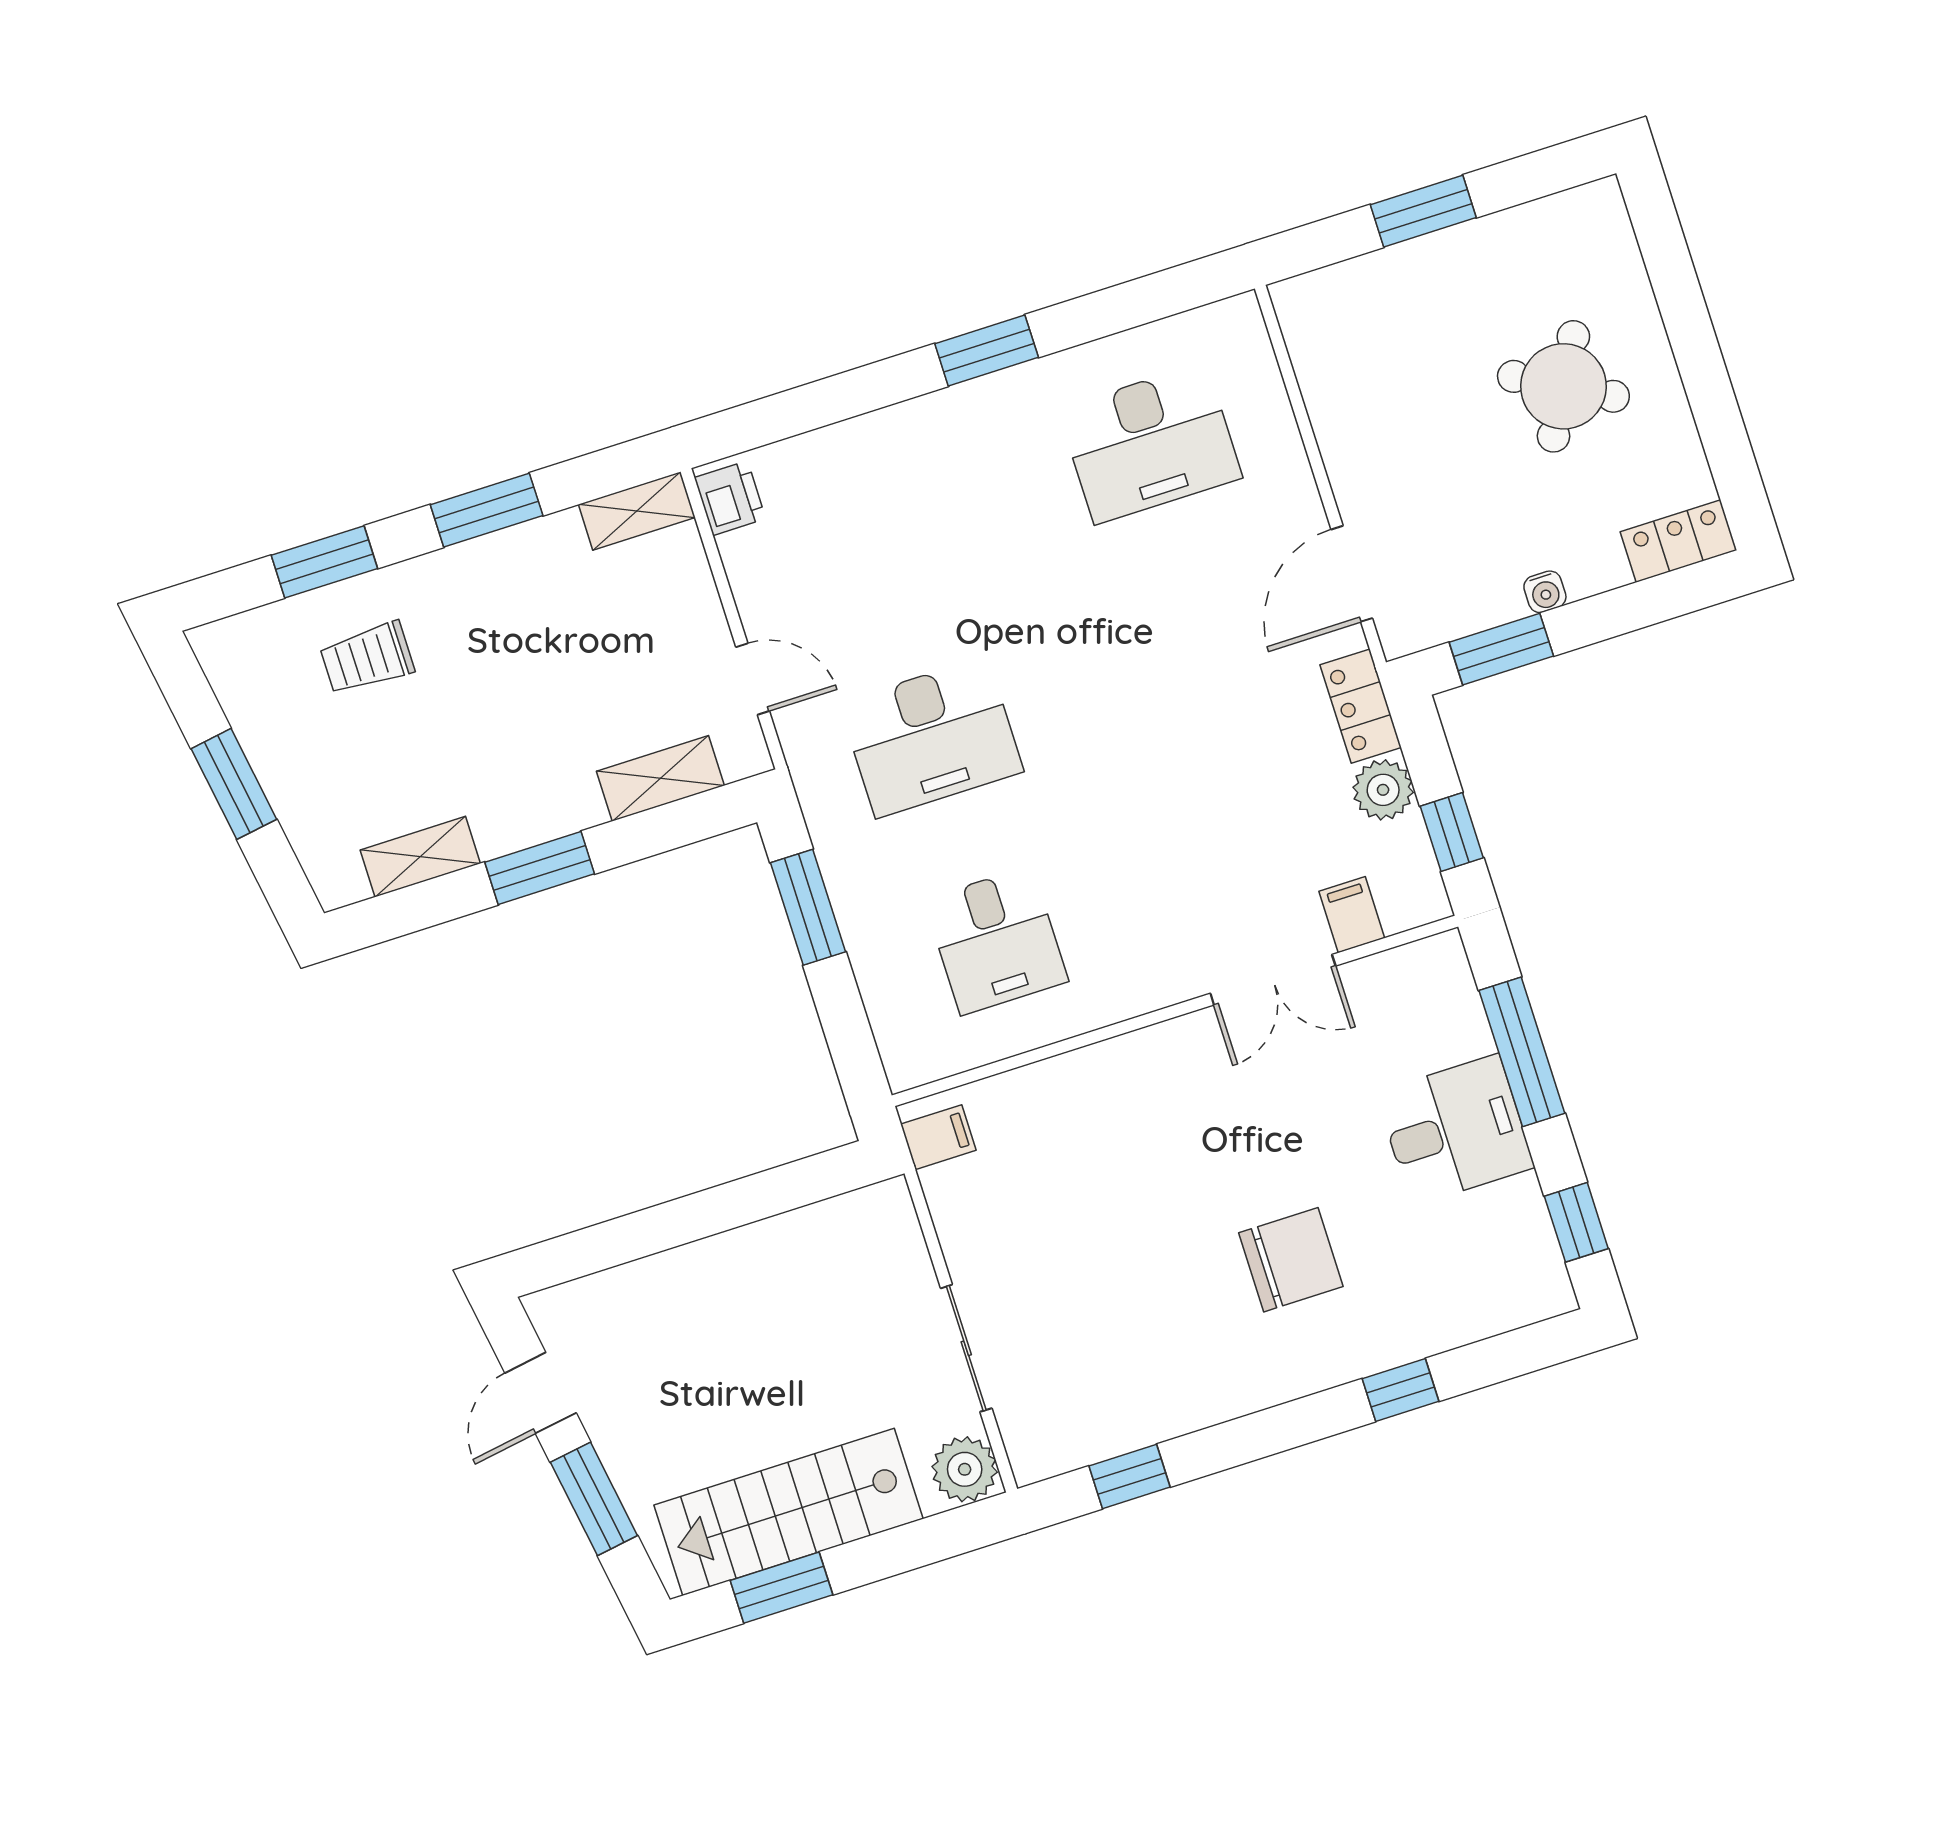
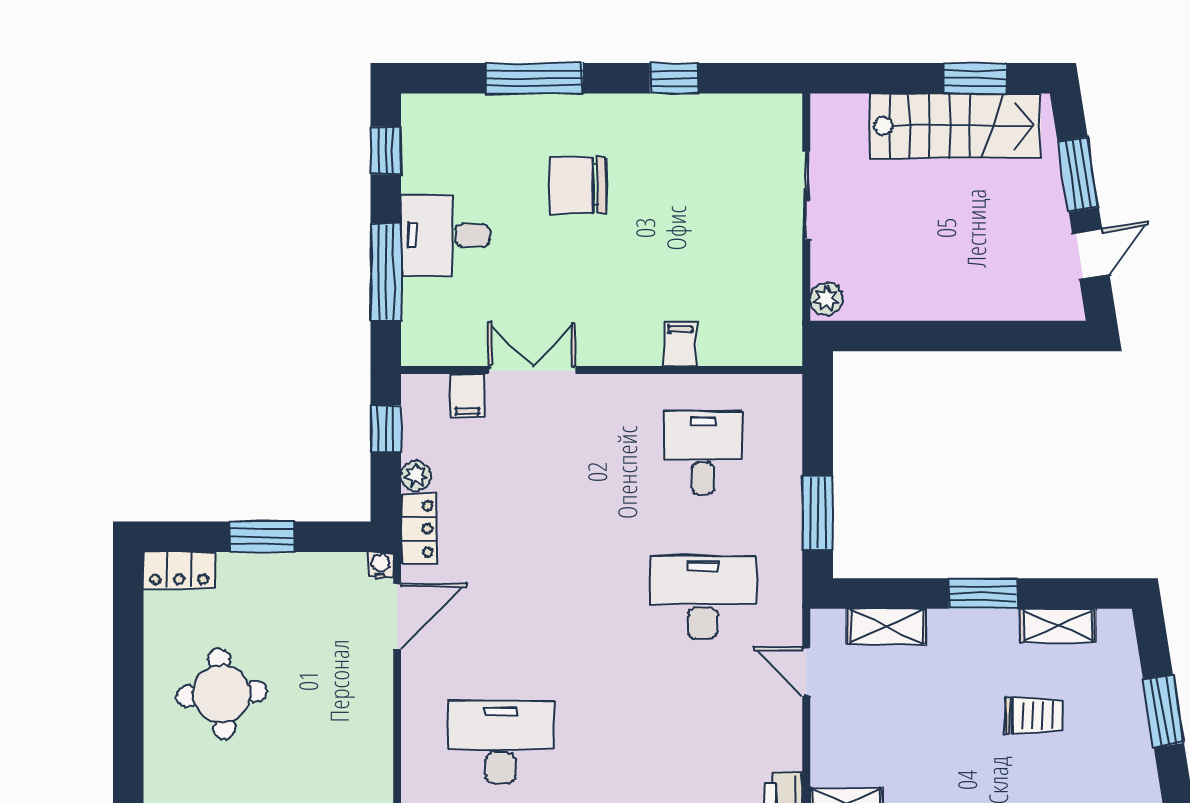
round table: (1563, 386) -> (222, 694), turned -33
water cooler: (1545, 592) -> (381, 565), moved
window: (1501, 649) -> (262, 537), moved
trolley: (367, 658) -> (1034, 716), moved
plant: (1383, 790) -> (416, 476), width x0.73, depth x0.73
filing cabinet: (938, 1137) -> (680, 344), moved, turned 90
window: (1401, 1390) -> (534, 78), width x2.17
plant: (965, 1469) -> (826, 299), moved, width x0.73, depth x0.73
window: (1130, 1477) -> (674, 78), moved

